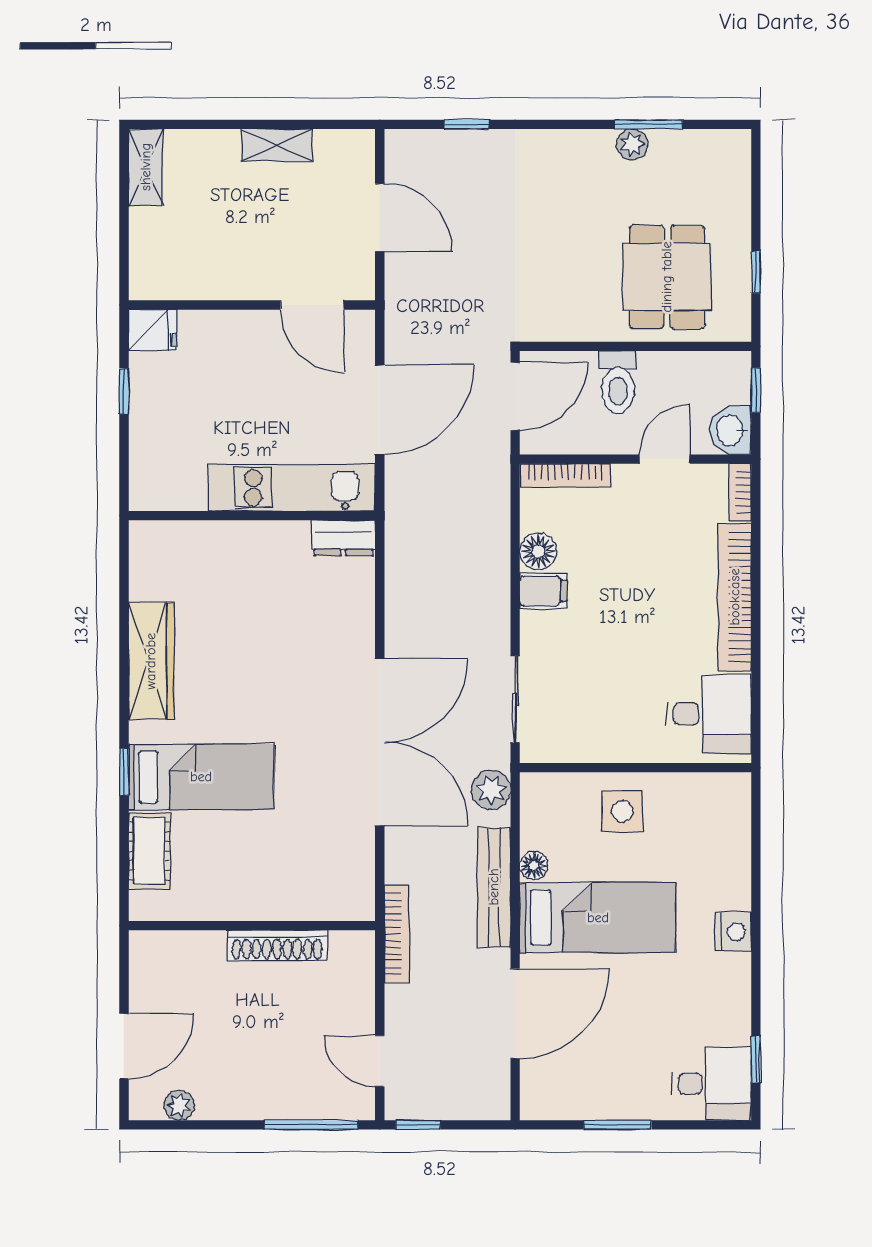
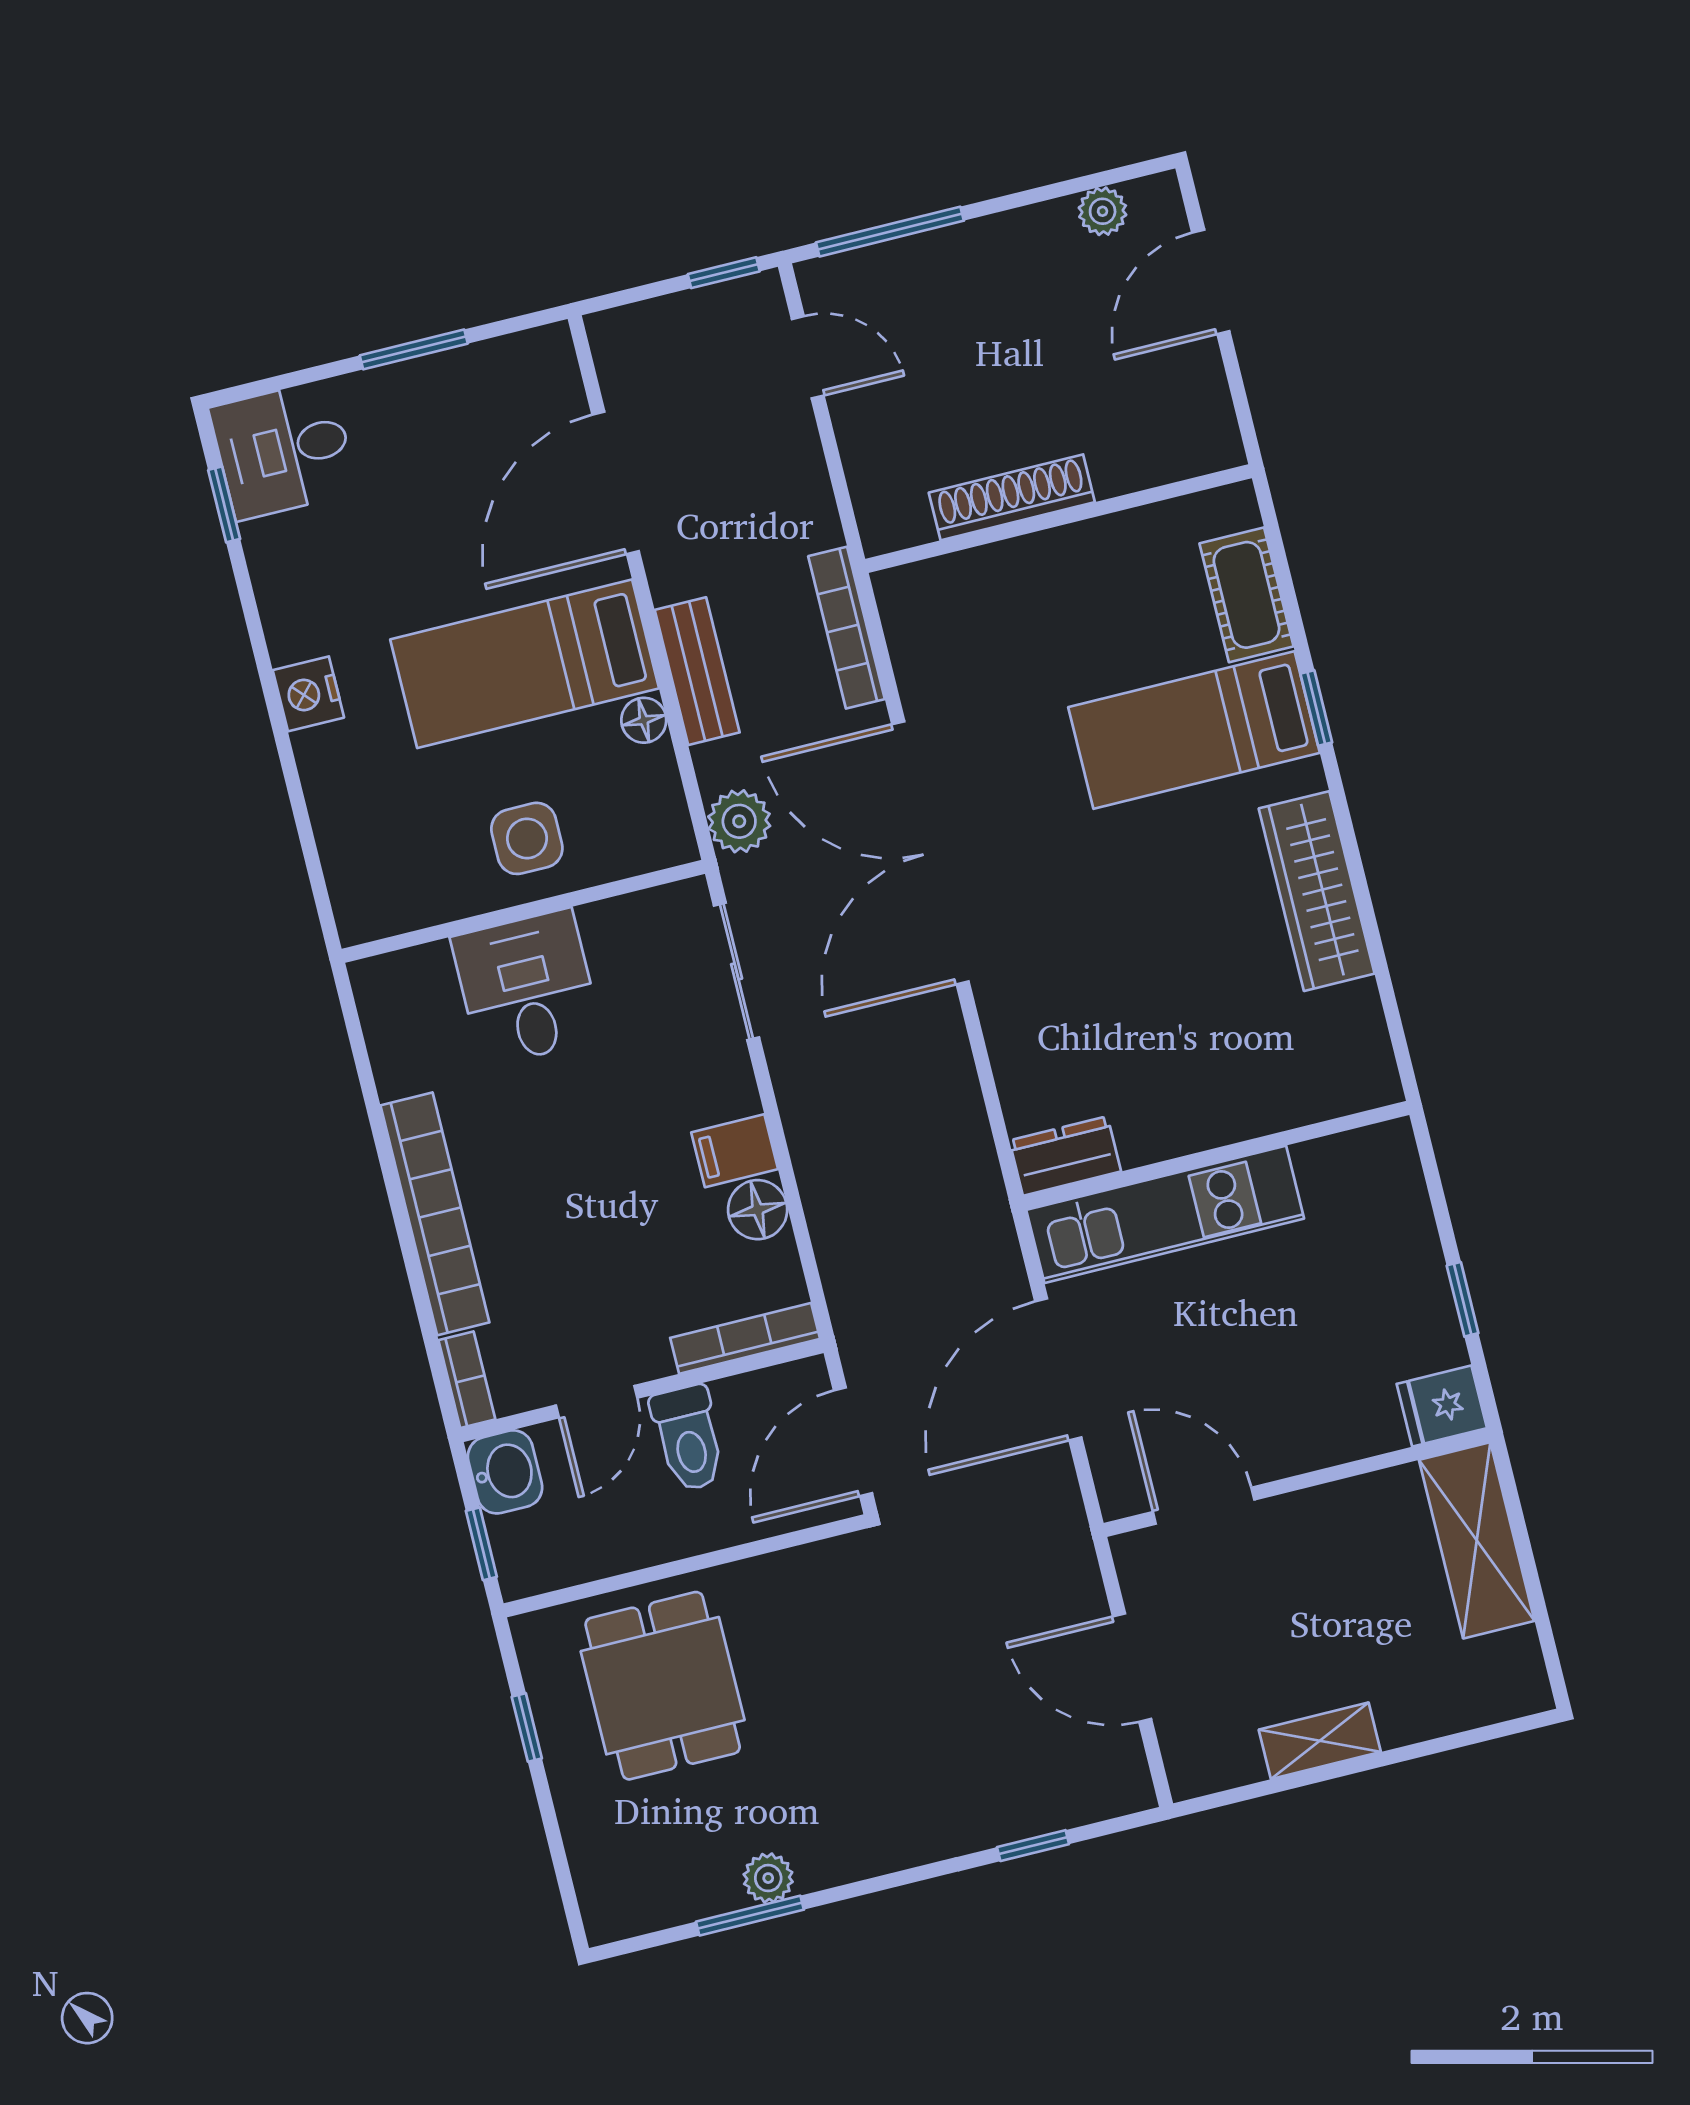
shelving: (146, 167) -> (1477, 1540), moved, width x1.50, depth x1.33
toilet: (618, 382) -> (688, 1438), moved, turned 180
desk: (709, 714) -> (527, 988), moved, turned 90
bench: (494, 887) -> (697, 671), width x0.73
bookcase: (397, 934) -> (847, 628), moved

